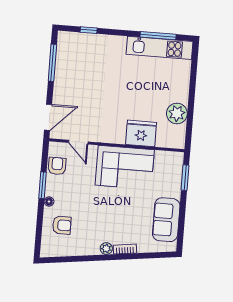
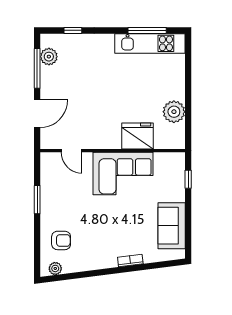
plant: (64, 53) -> (49, 57), added
door: (48, 117) -> (37, 114), moved
armchair: (57, 166) -> (51, 178), removed
window: (185, 178) -> (188, 179), width x0.67
floor lamp: (49, 202) -> (45, 216), removed
plant: (106, 249) -> (55, 268), moved

